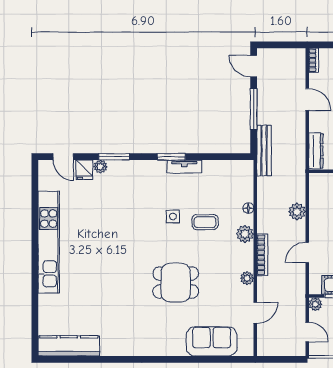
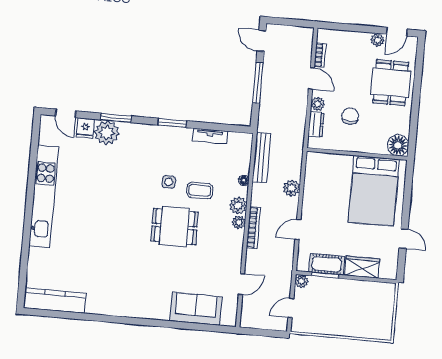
bookcase: (314, 60) -> (320, 55), moved
plant: (316, 125) -> (318, 104), added
bench: (264, 151) -> (261, 158), moved
dresser: (316, 151) -> (316, 124), width x0.70
plant: (100, 167) -> (107, 133), width x1.88, depth x1.88
tv unit: (184, 167) -> (210, 136), moved
plant: (247, 278) -> (239, 222), moved
dining table: (176, 283) -> (174, 227), moved
door: (307, 332) -> (291, 308), swing flipped

